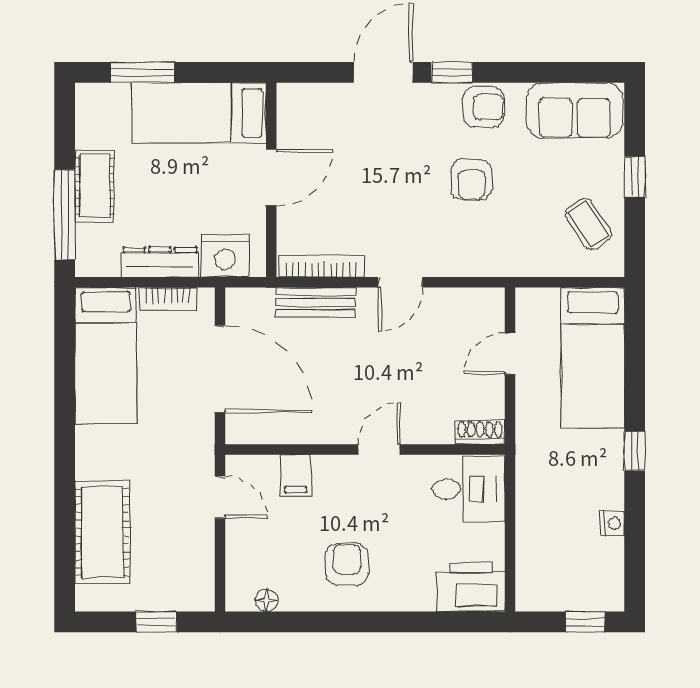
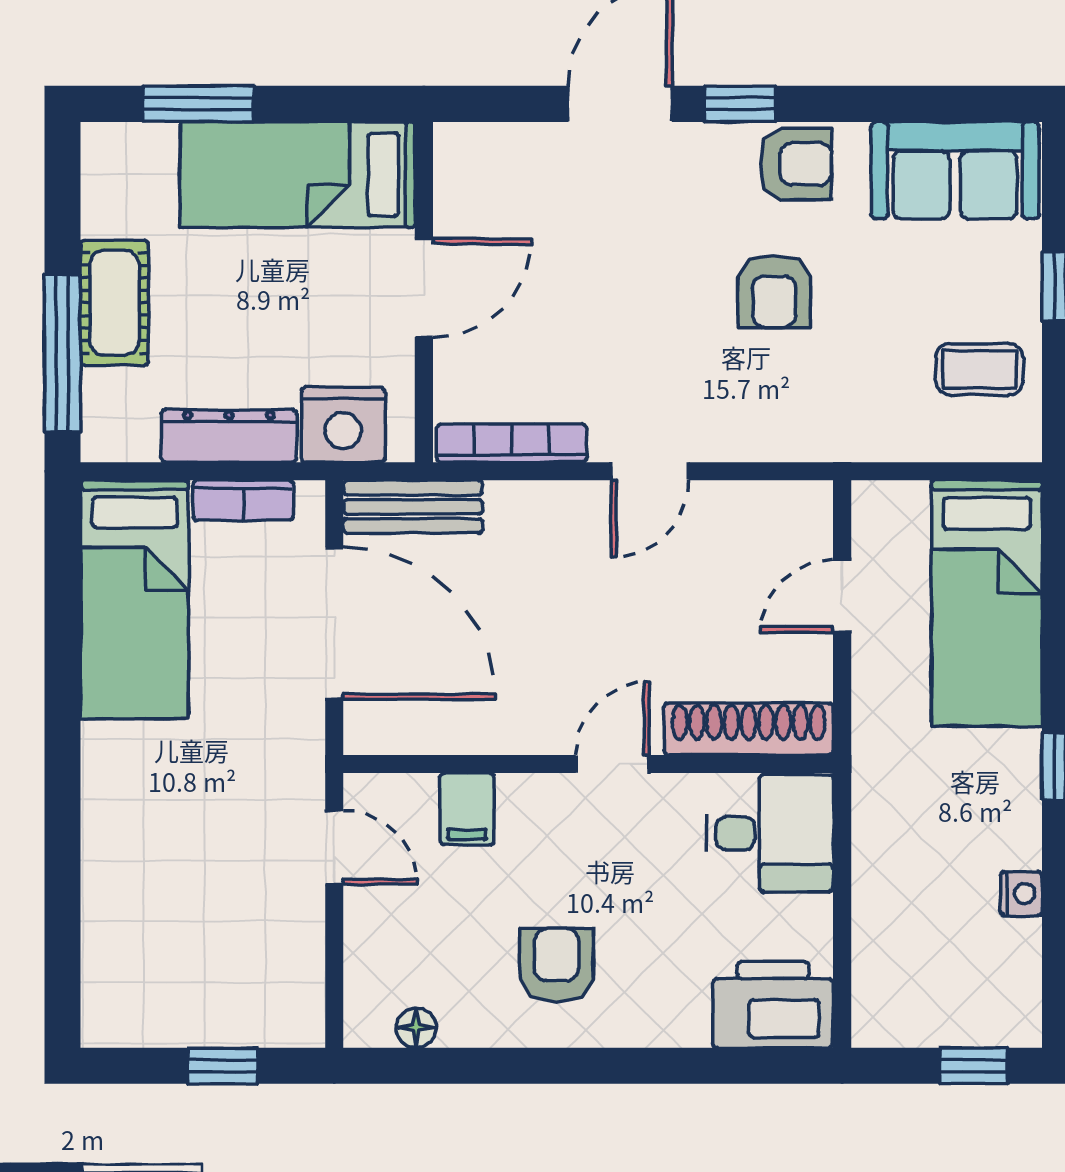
coffee table: (589, 224) -> (979, 369), turned -56
bench: (316, 303) -> (413, 507), moved
shoe rack: (480, 432) -> (749, 729), width x1.94, depth x1.24
cot: (102, 532) -> (128, 908), removed

